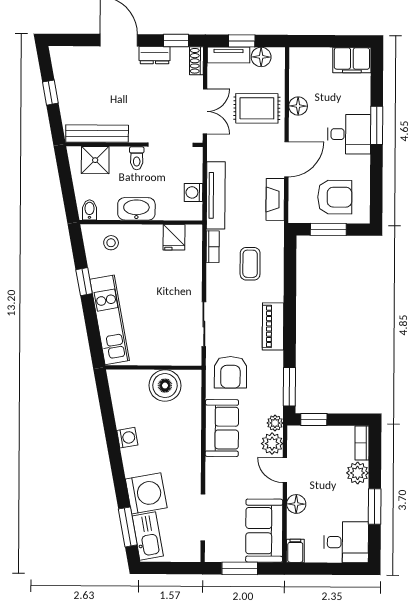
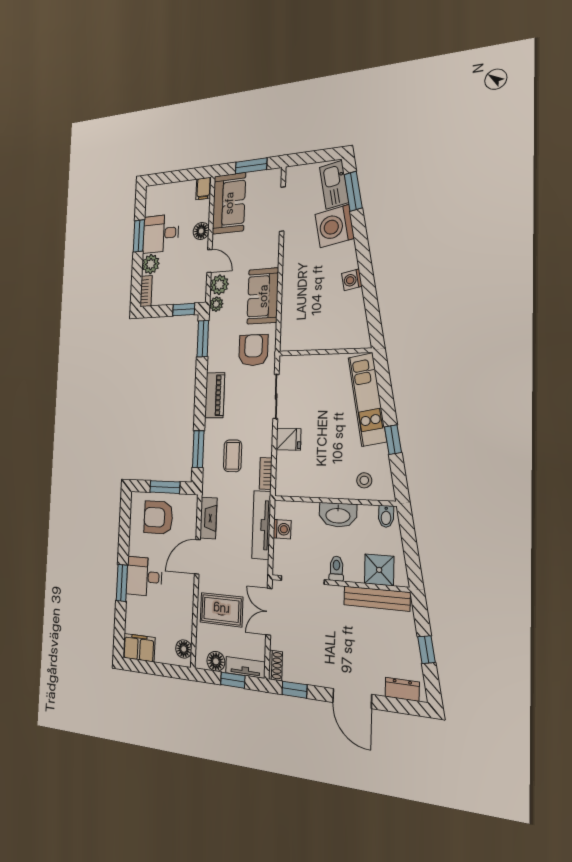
dresser: (154, 55) -> (402, 689), moved
floor lamp: (298, 106) -> (184, 649), moved
fridge: (174, 237) -> (288, 439), moved, turned 90
window: (290, 270) -> (198, 449), added
boiler: (165, 386) -> (314, 334), removed
desk: (346, 542) -> (161, 234), moved

